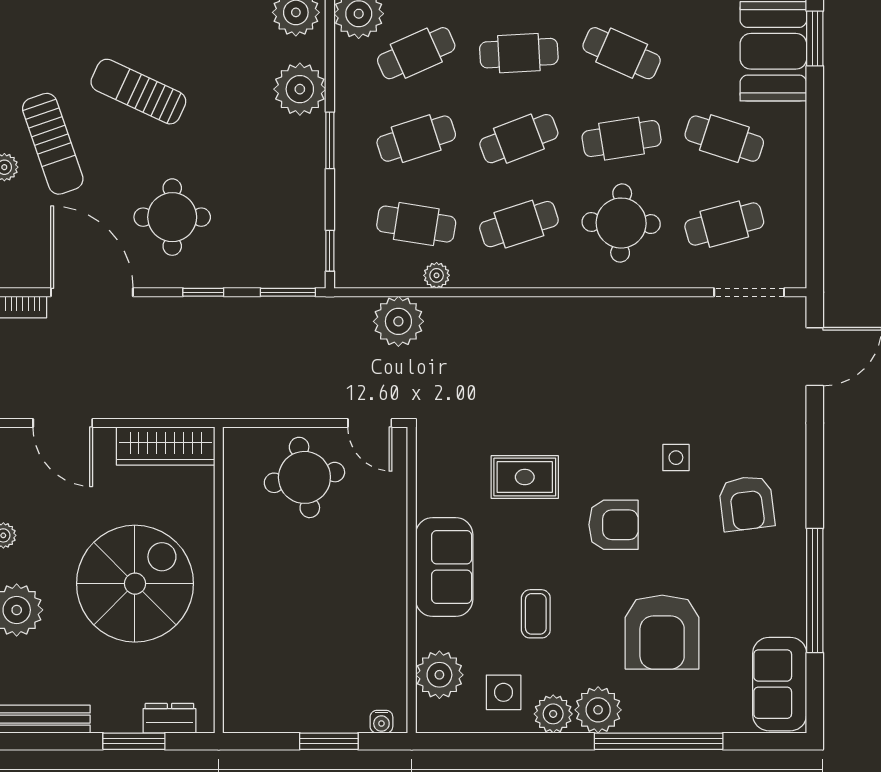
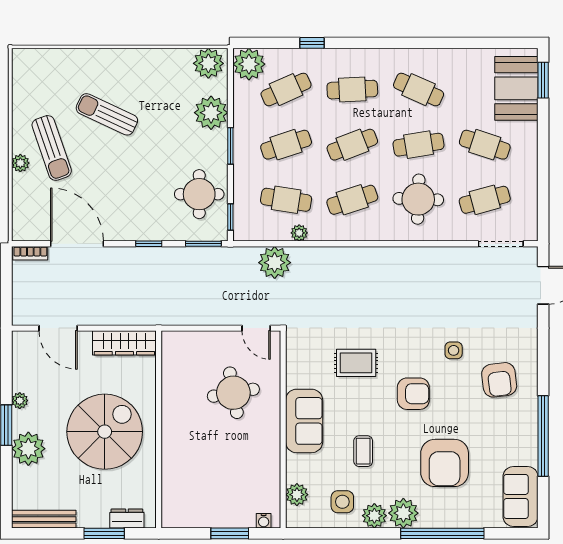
round table: (172, 217) -> (199, 194), moved
round table: (304, 477) -> (233, 393), moved
plant: (439, 675) -> (297, 495), width x0.73, depth x0.73

